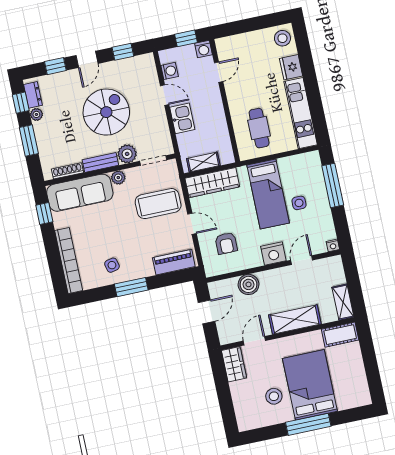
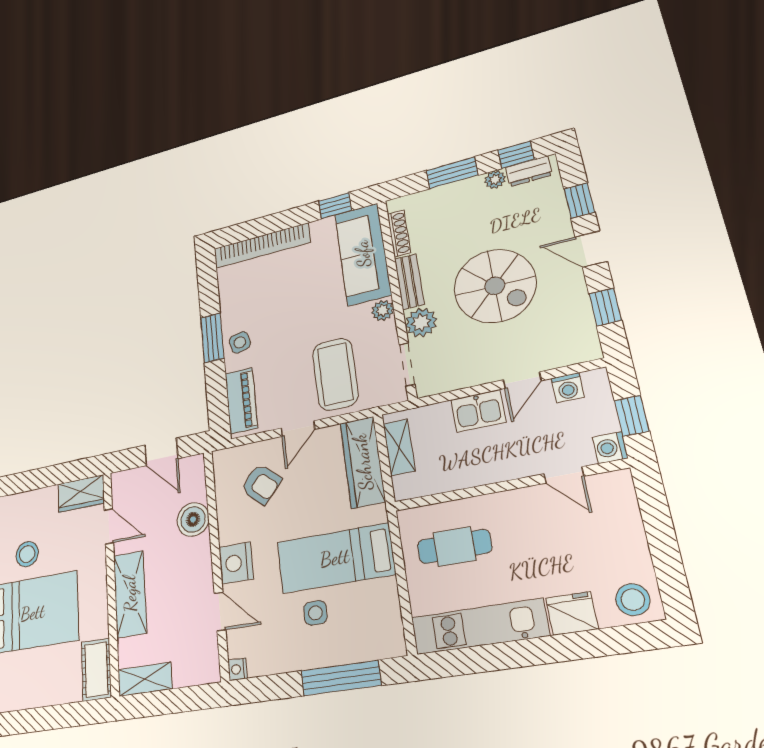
armchair: (226, 243) -> (261, 484), turned -138
side table: (112, 265) -> (240, 342), moved

